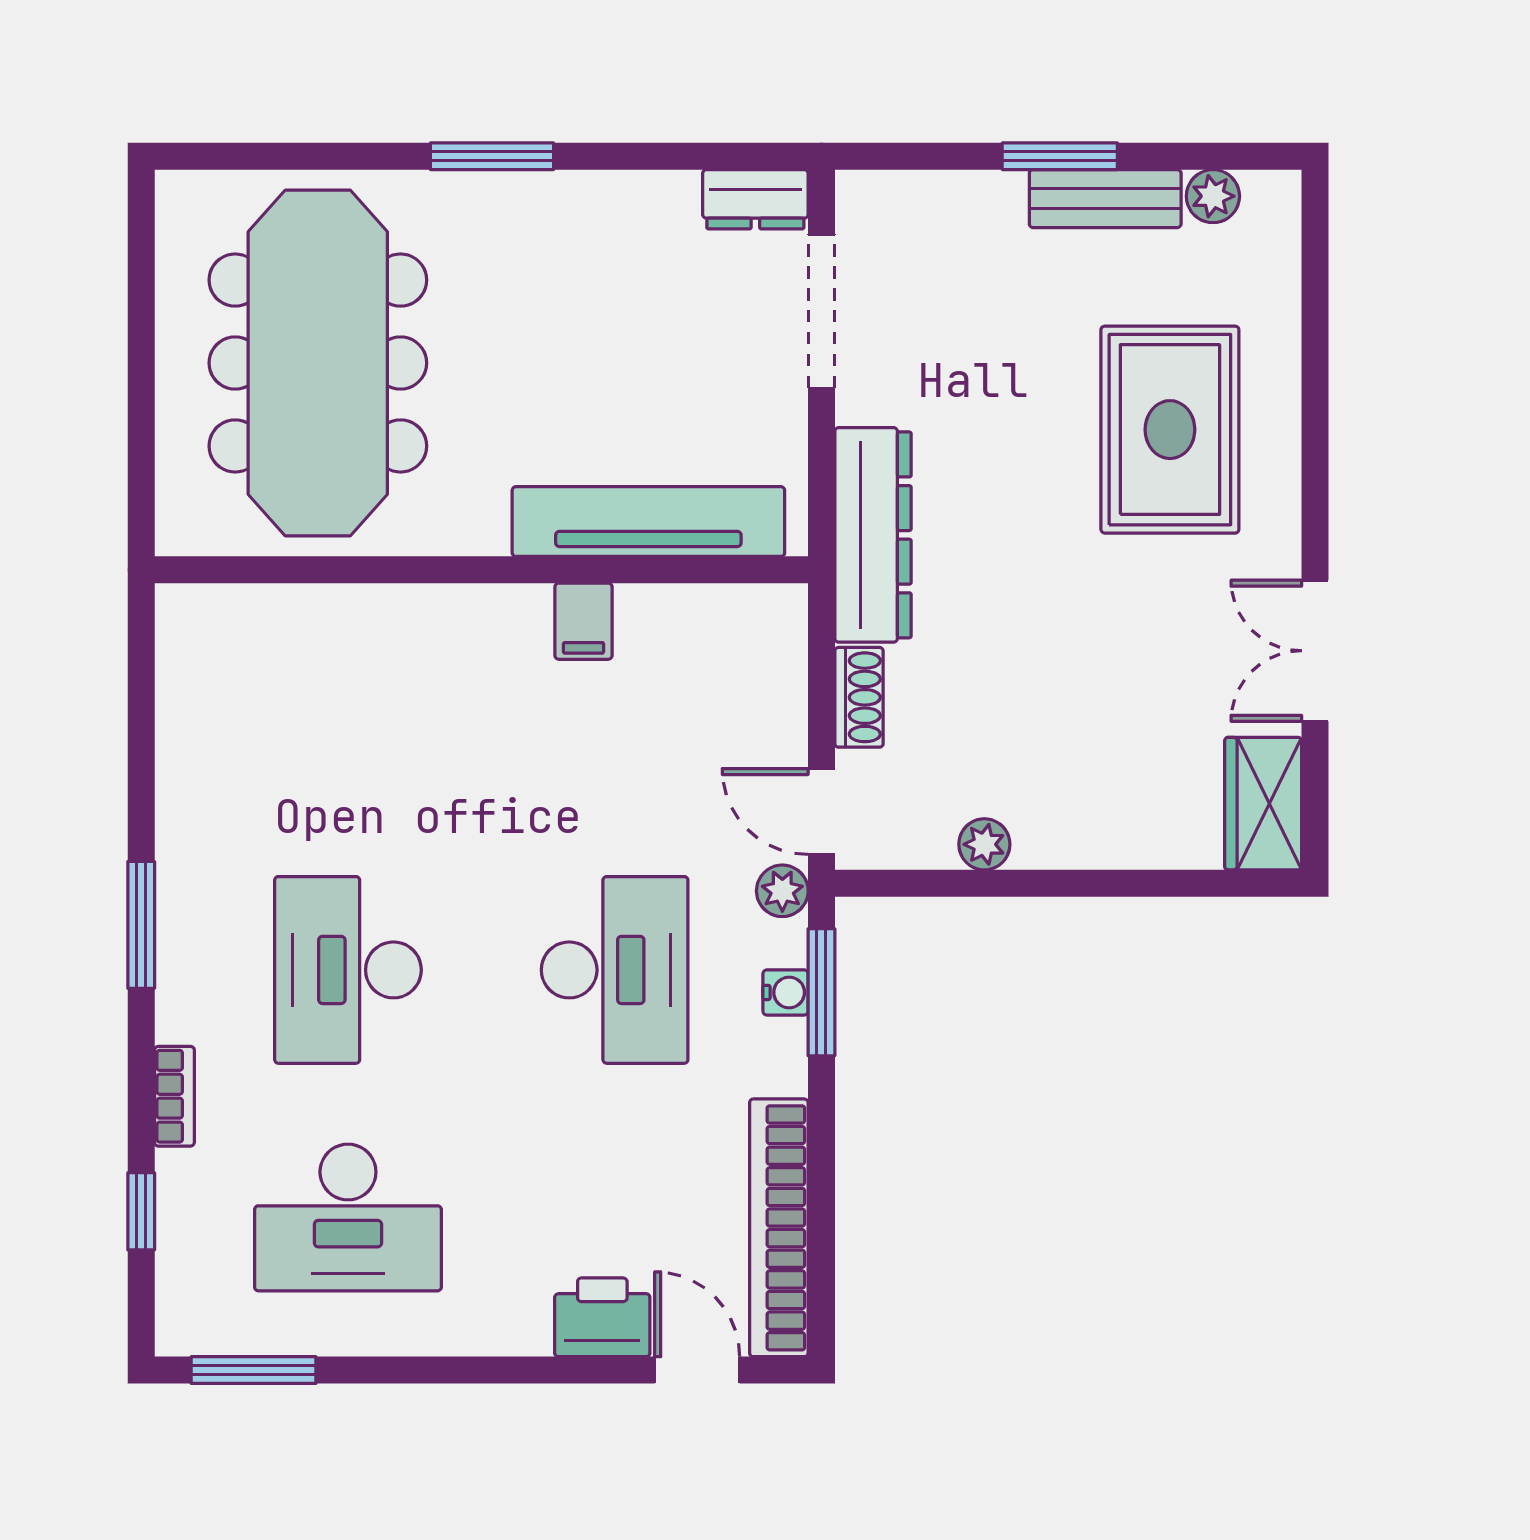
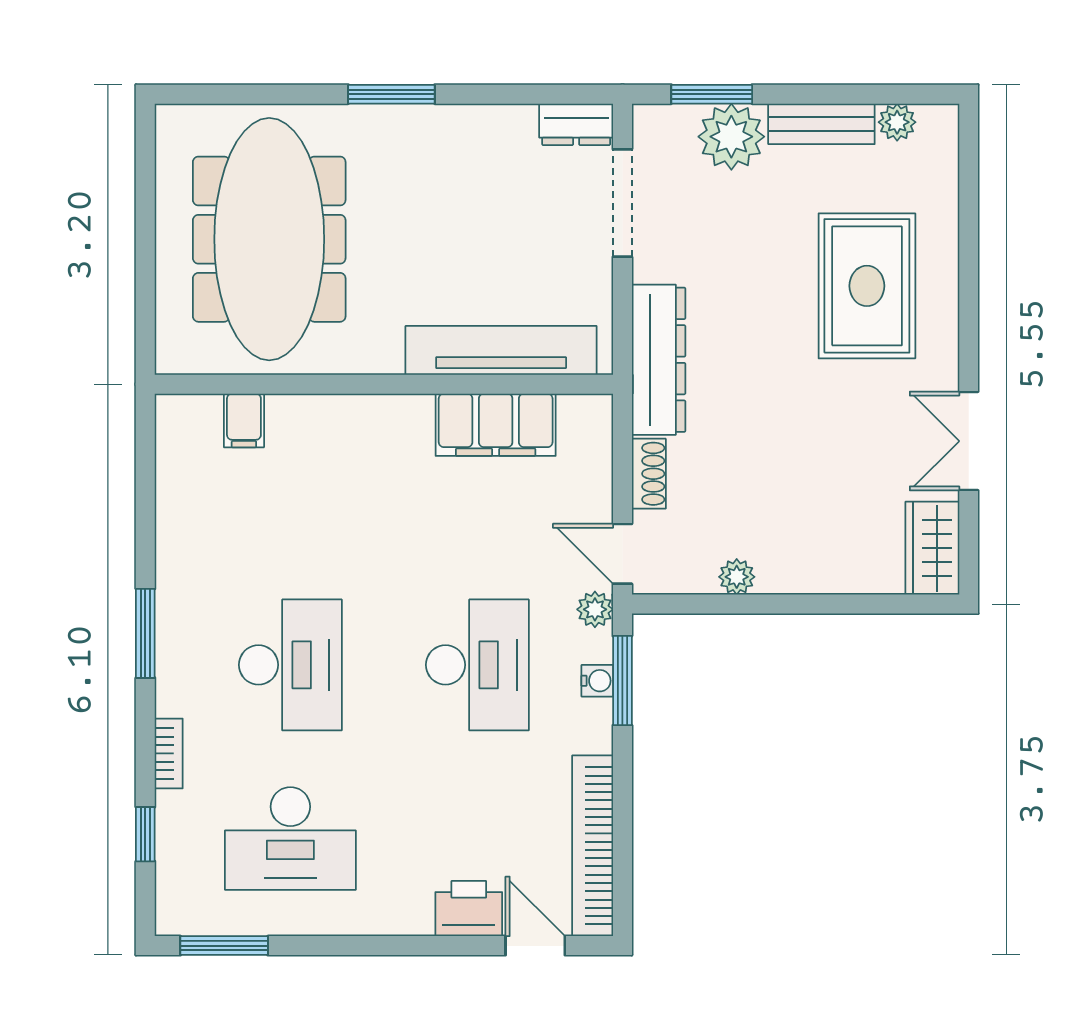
window: (1060, 156) -> (712, 94), moved
plant: (977, 217) -> (731, 137), added
filing cabinet: (282, 621) -> (244, 420), added
filing cabinet: (583, 621) -> (496, 425), width x3.00, depth x1.17
desk: (348, 970) -> (290, 665), turned 180

